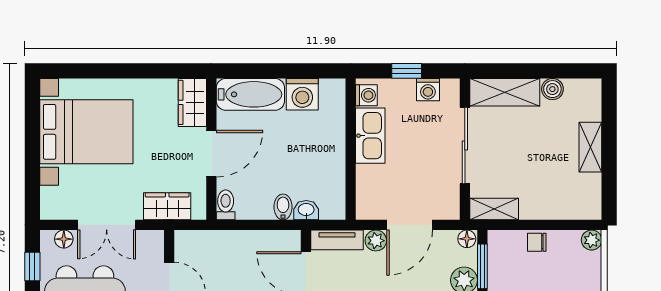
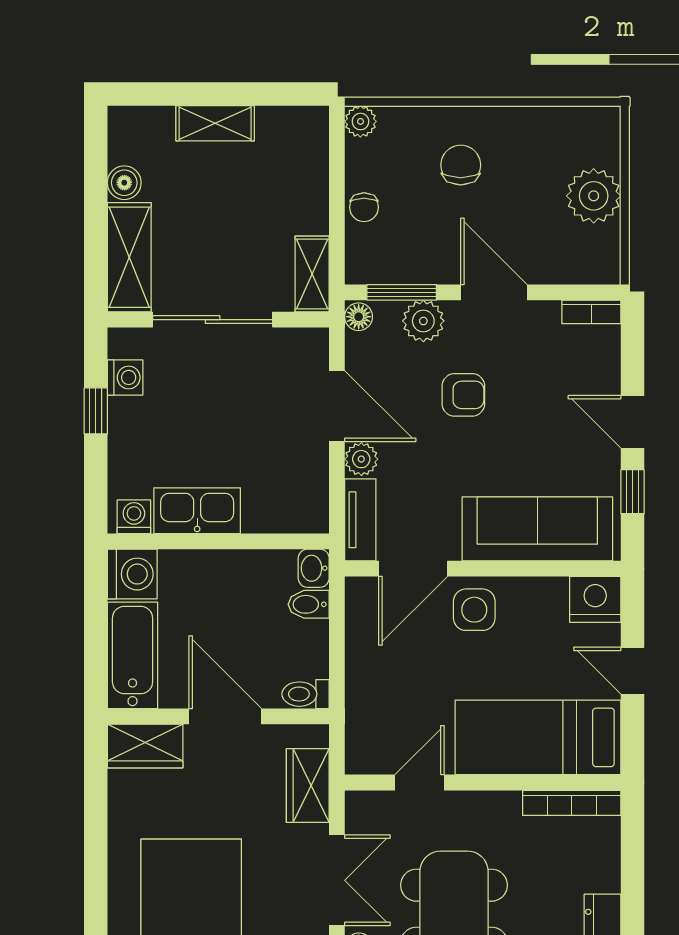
washing machine: (366, 95) -> (134, 517), moved
kitchen sink: (370, 136) -> (197, 511), moved
wall: (351, 149) -> (218, 541), moved

